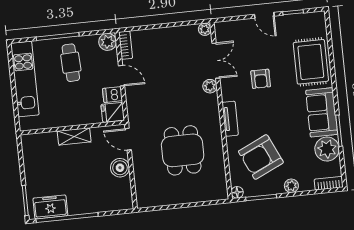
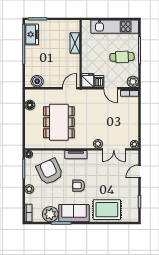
door: (264, 15) -> (140, 171), moved
door: (122, 76) -> (110, 88), hinge flipped
armchair: (261, 79) -> (79, 186), moved
shelving: (74, 136) -> (75, 43), moved
dining table: (183, 150) -> (59, 122), width x1.37
boiler: (120, 168) -> (37, 81), moved
floor lamp: (161, 198) -> (30, 105), added

